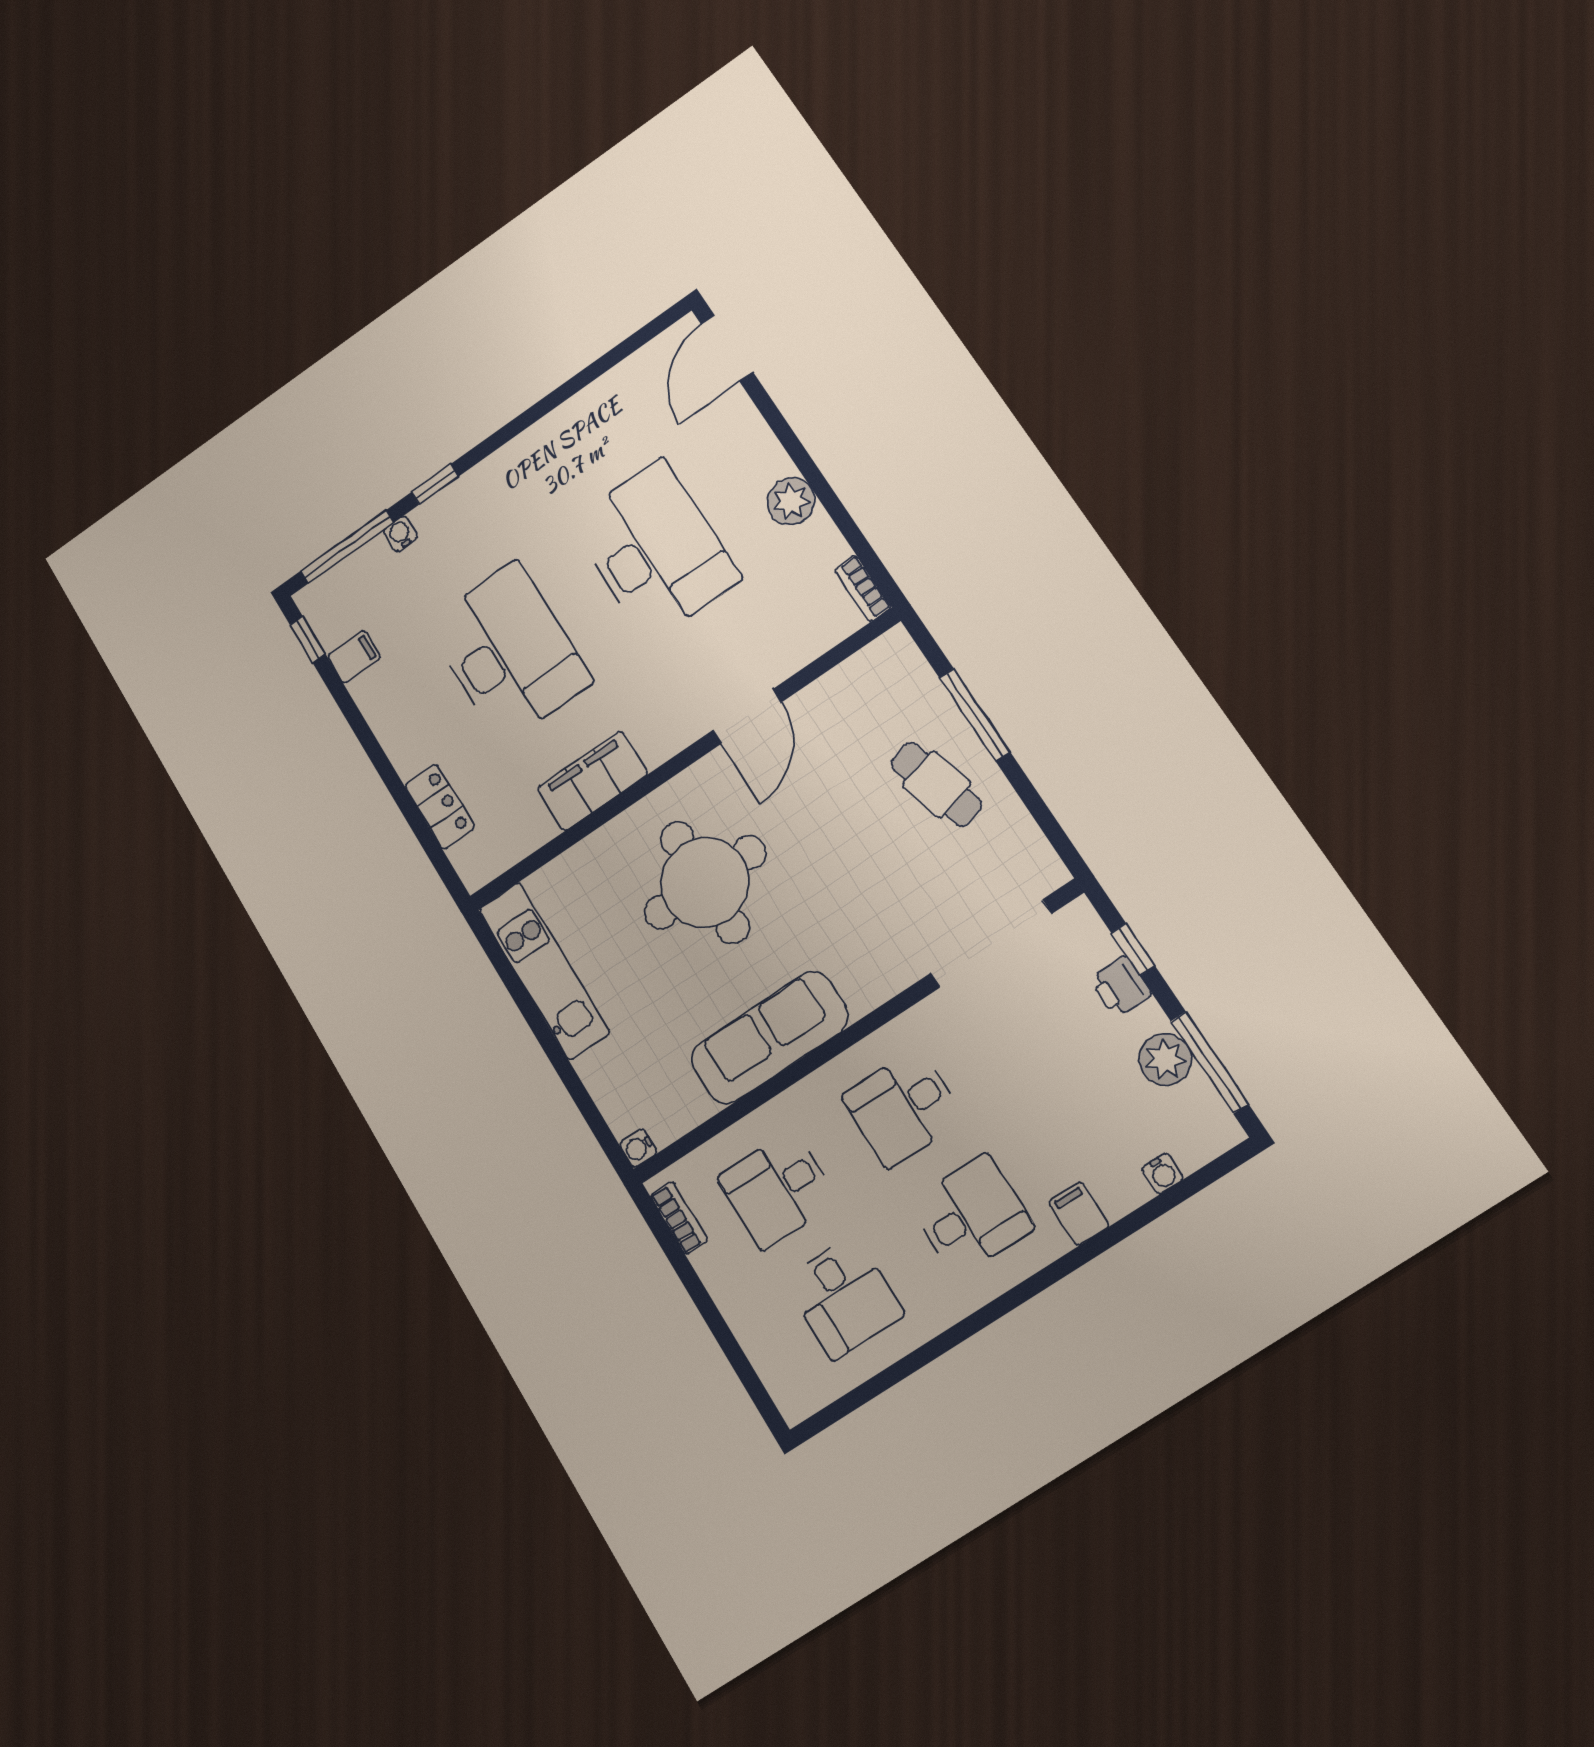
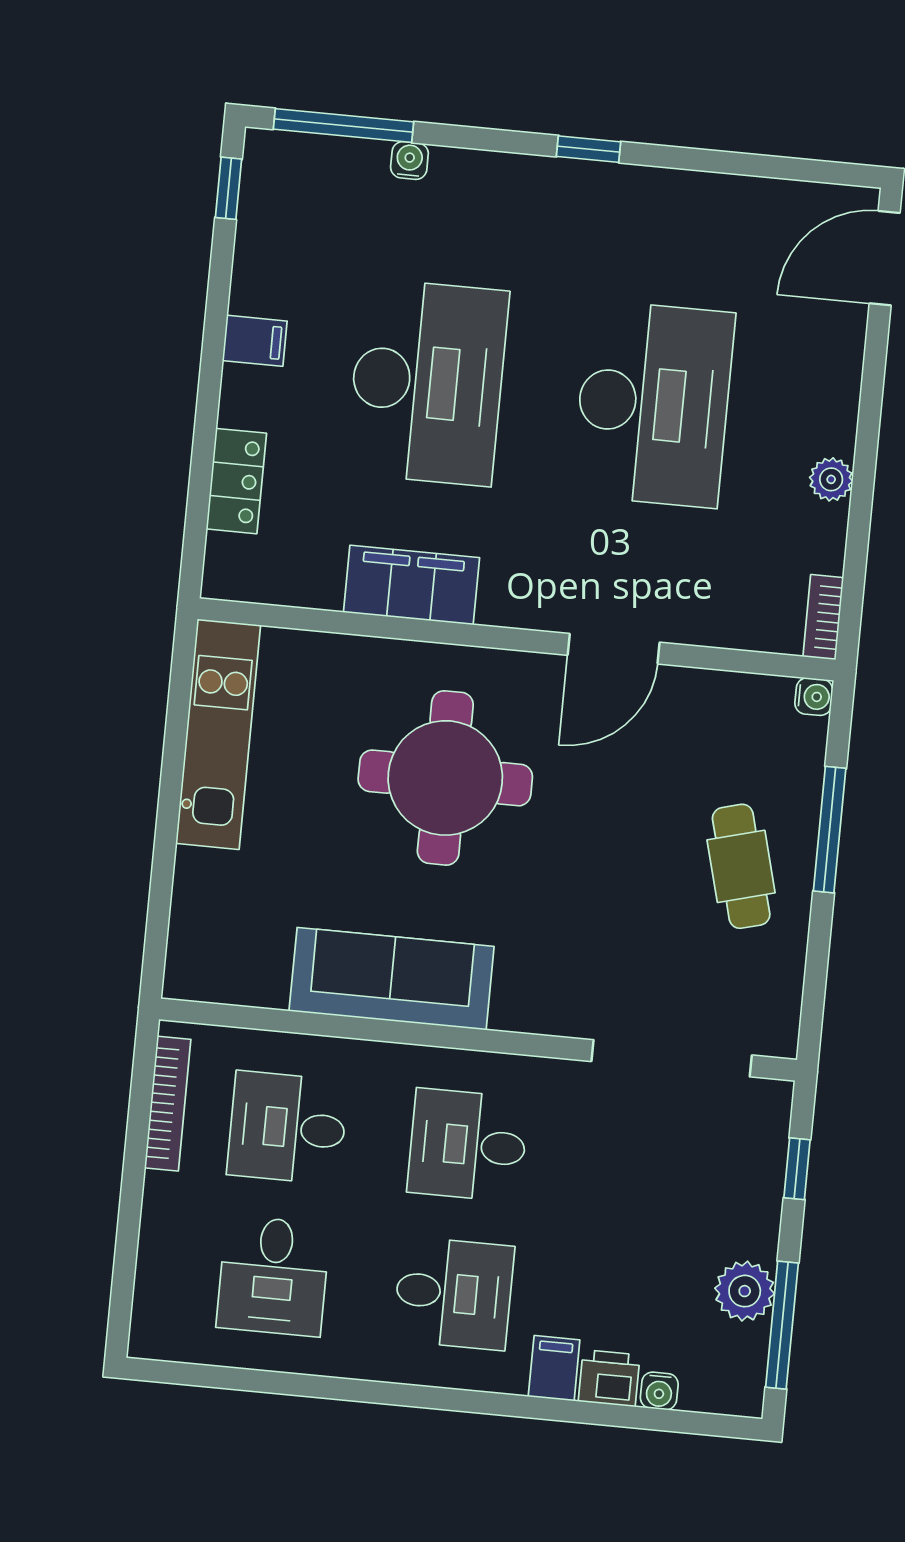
window: (435, 484) -> (589, 149), moved
plant: (791, 501) -> (831, 479), width x0.73, depth x0.73
filing cabinet: (354, 657) -> (255, 341), moved
printer: (1120, 987) -> (609, 1378), moved, turned 90
water cooler: (638, 1148) -> (814, 697), moved, turned 180
bookcase: (679, 1218) -> (168, 1104), width x1.56

